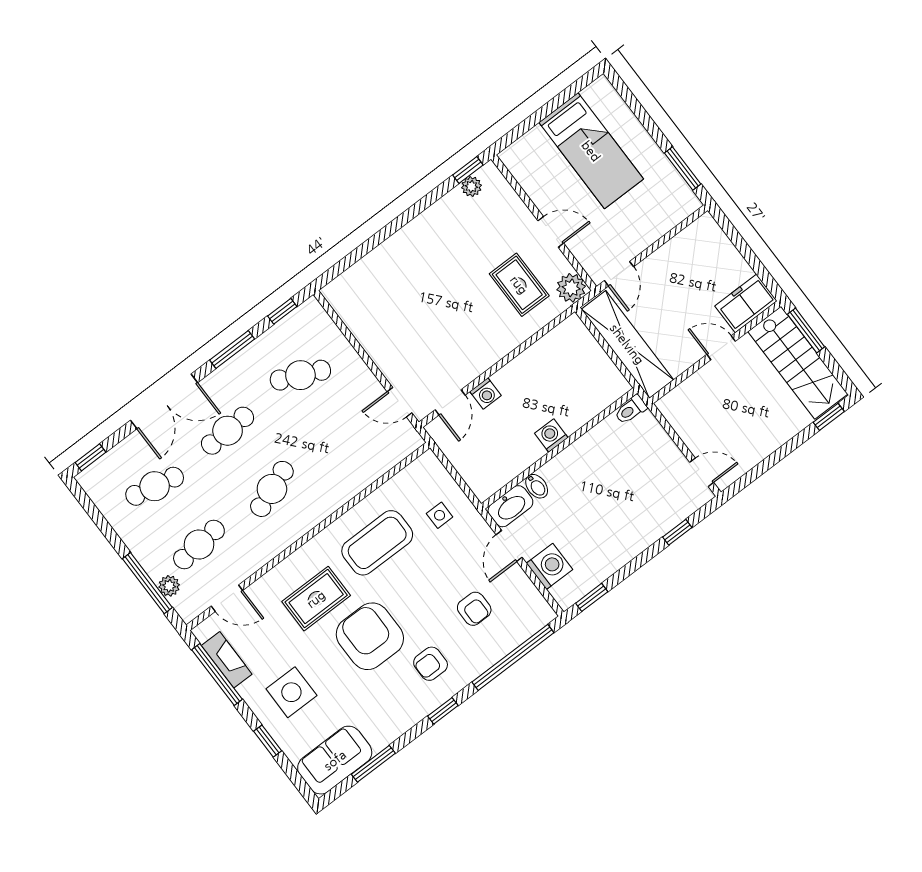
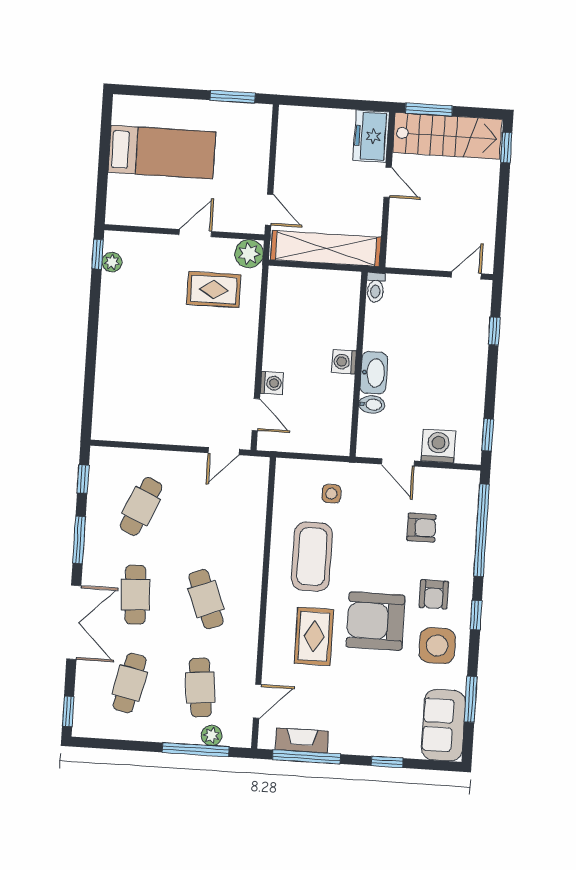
door: (721, 348) -> (388, 182), swing flipped
washbasin: (510, 506) -> (374, 373), moved
side table: (291, 692) -> (437, 646), moved

